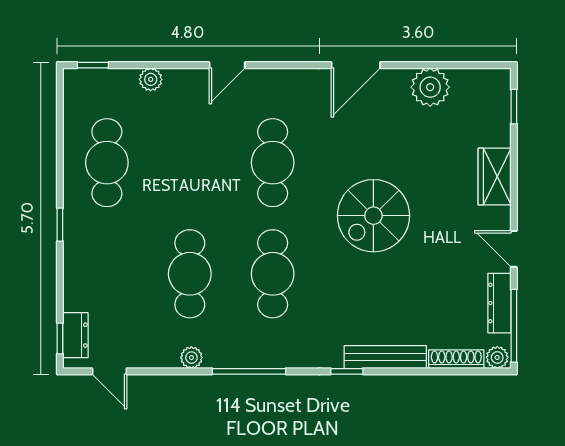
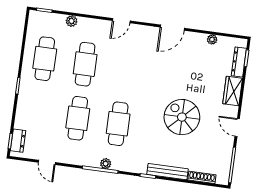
door: (227, 65) -> (121, 21), moved
plant: (430, 87) -> (212, 39), width x0.53, depth x0.53
cafe table: (273, 163) -> (85, 64), moved
spiral stairs: (373, 216) -> (182, 117), moved, turned 90
dresser: (499, 303) -> (239, 62), moved
plant: (497, 357) -> (222, 179), removed
plant: (191, 358) -> (106, 164), moved
door: (109, 371) -> (47, 162), moved

